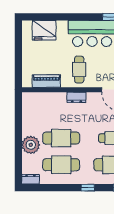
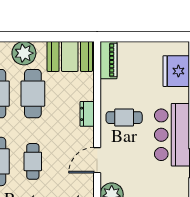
piano: (46, 81) -> (109, 60), moved
booth: (33, 110) -> (70, 56), added

